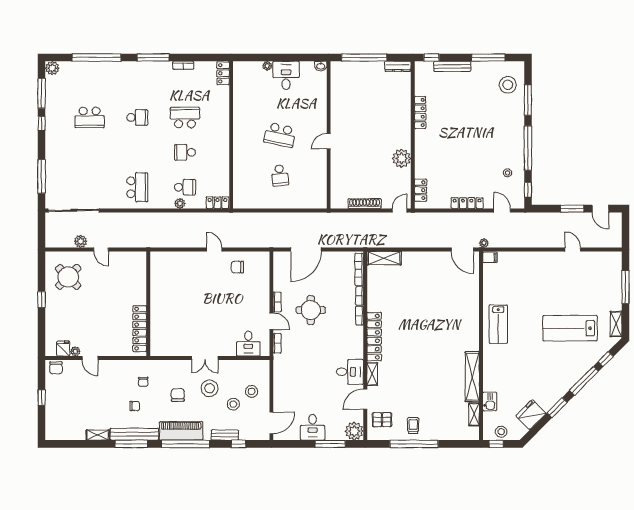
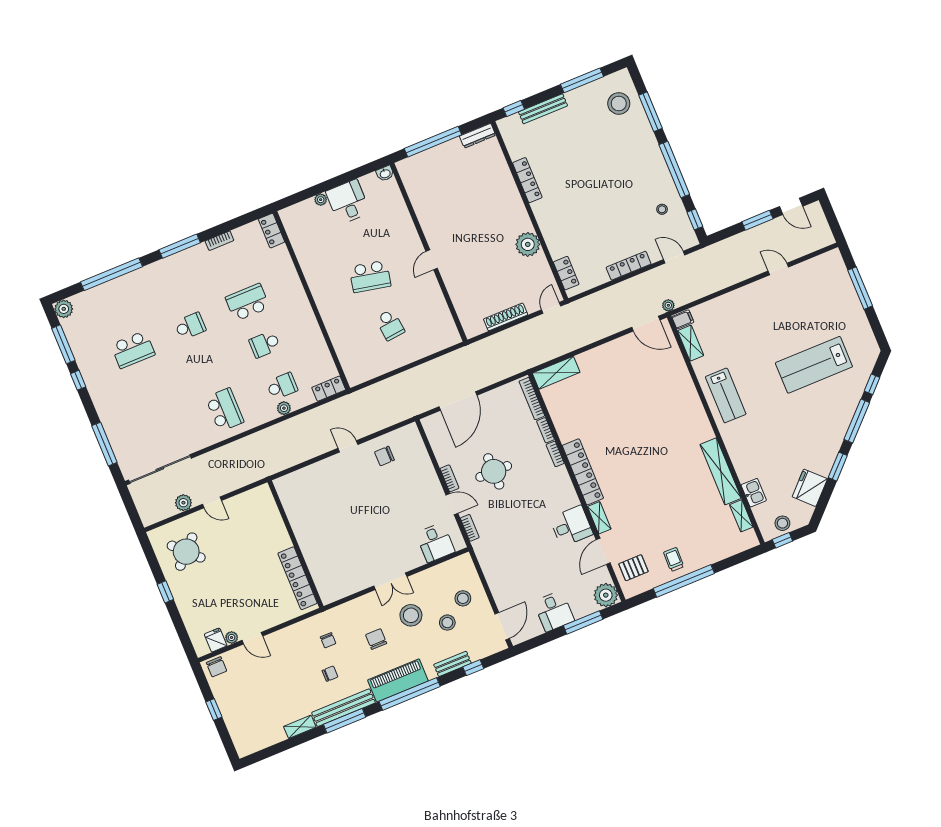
shelving: (616, 324) -> (691, 343), moved

